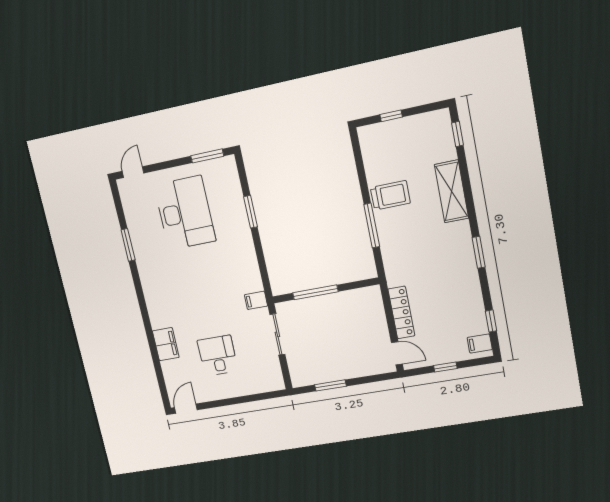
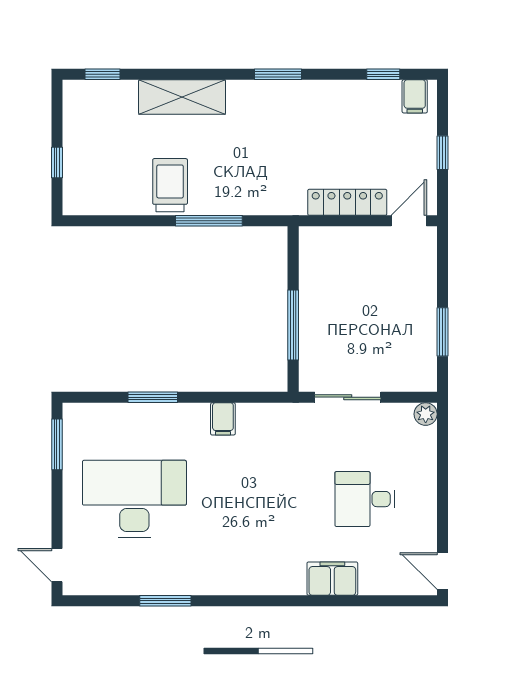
filing cabinet: (256, 300) -> (223, 419), moved
plant: (277, 383) -> (426, 414), added

